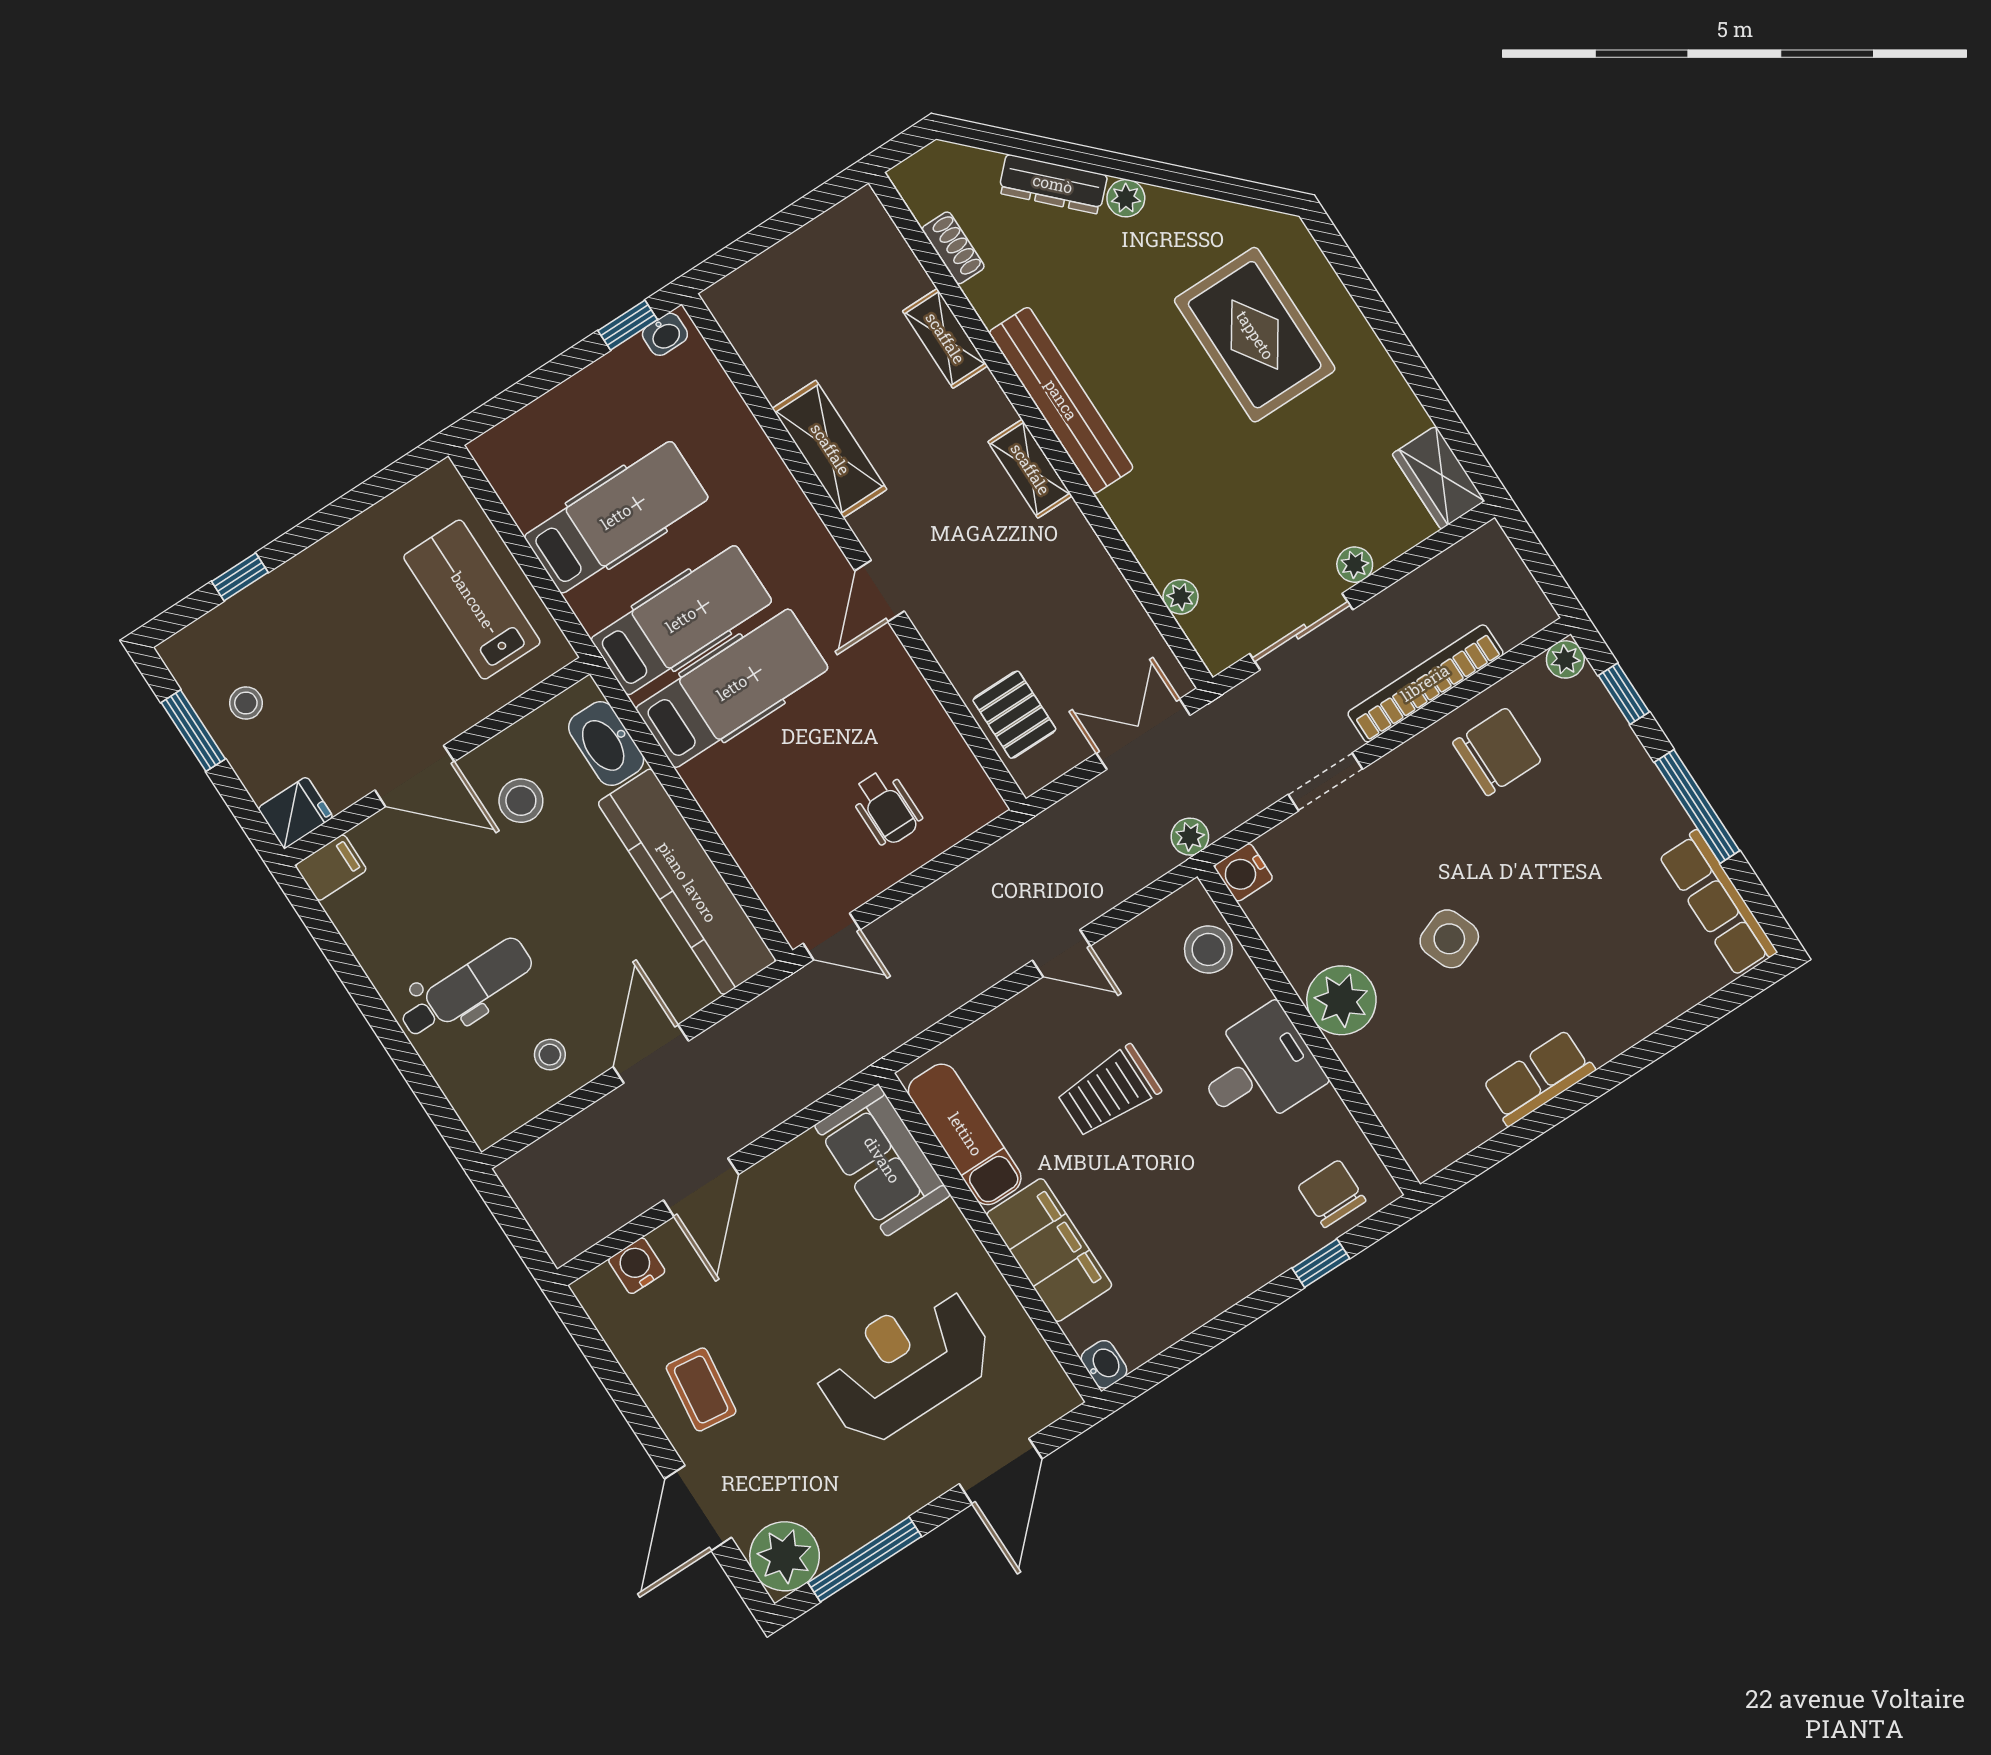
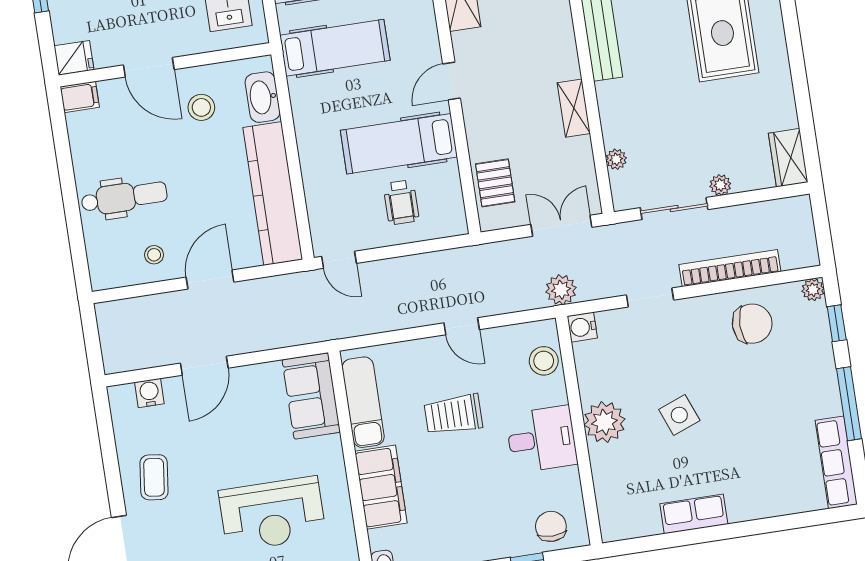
shelving: (1030, 469) -> (574, 108), moved
hospital bed: (732, 688) -> (399, 144), moved, turned 180
plant: (1190, 837) -> (561, 290), width x1.38, depth x1.38
reception desk: (904, 1364) -> (272, 514), turned 180

